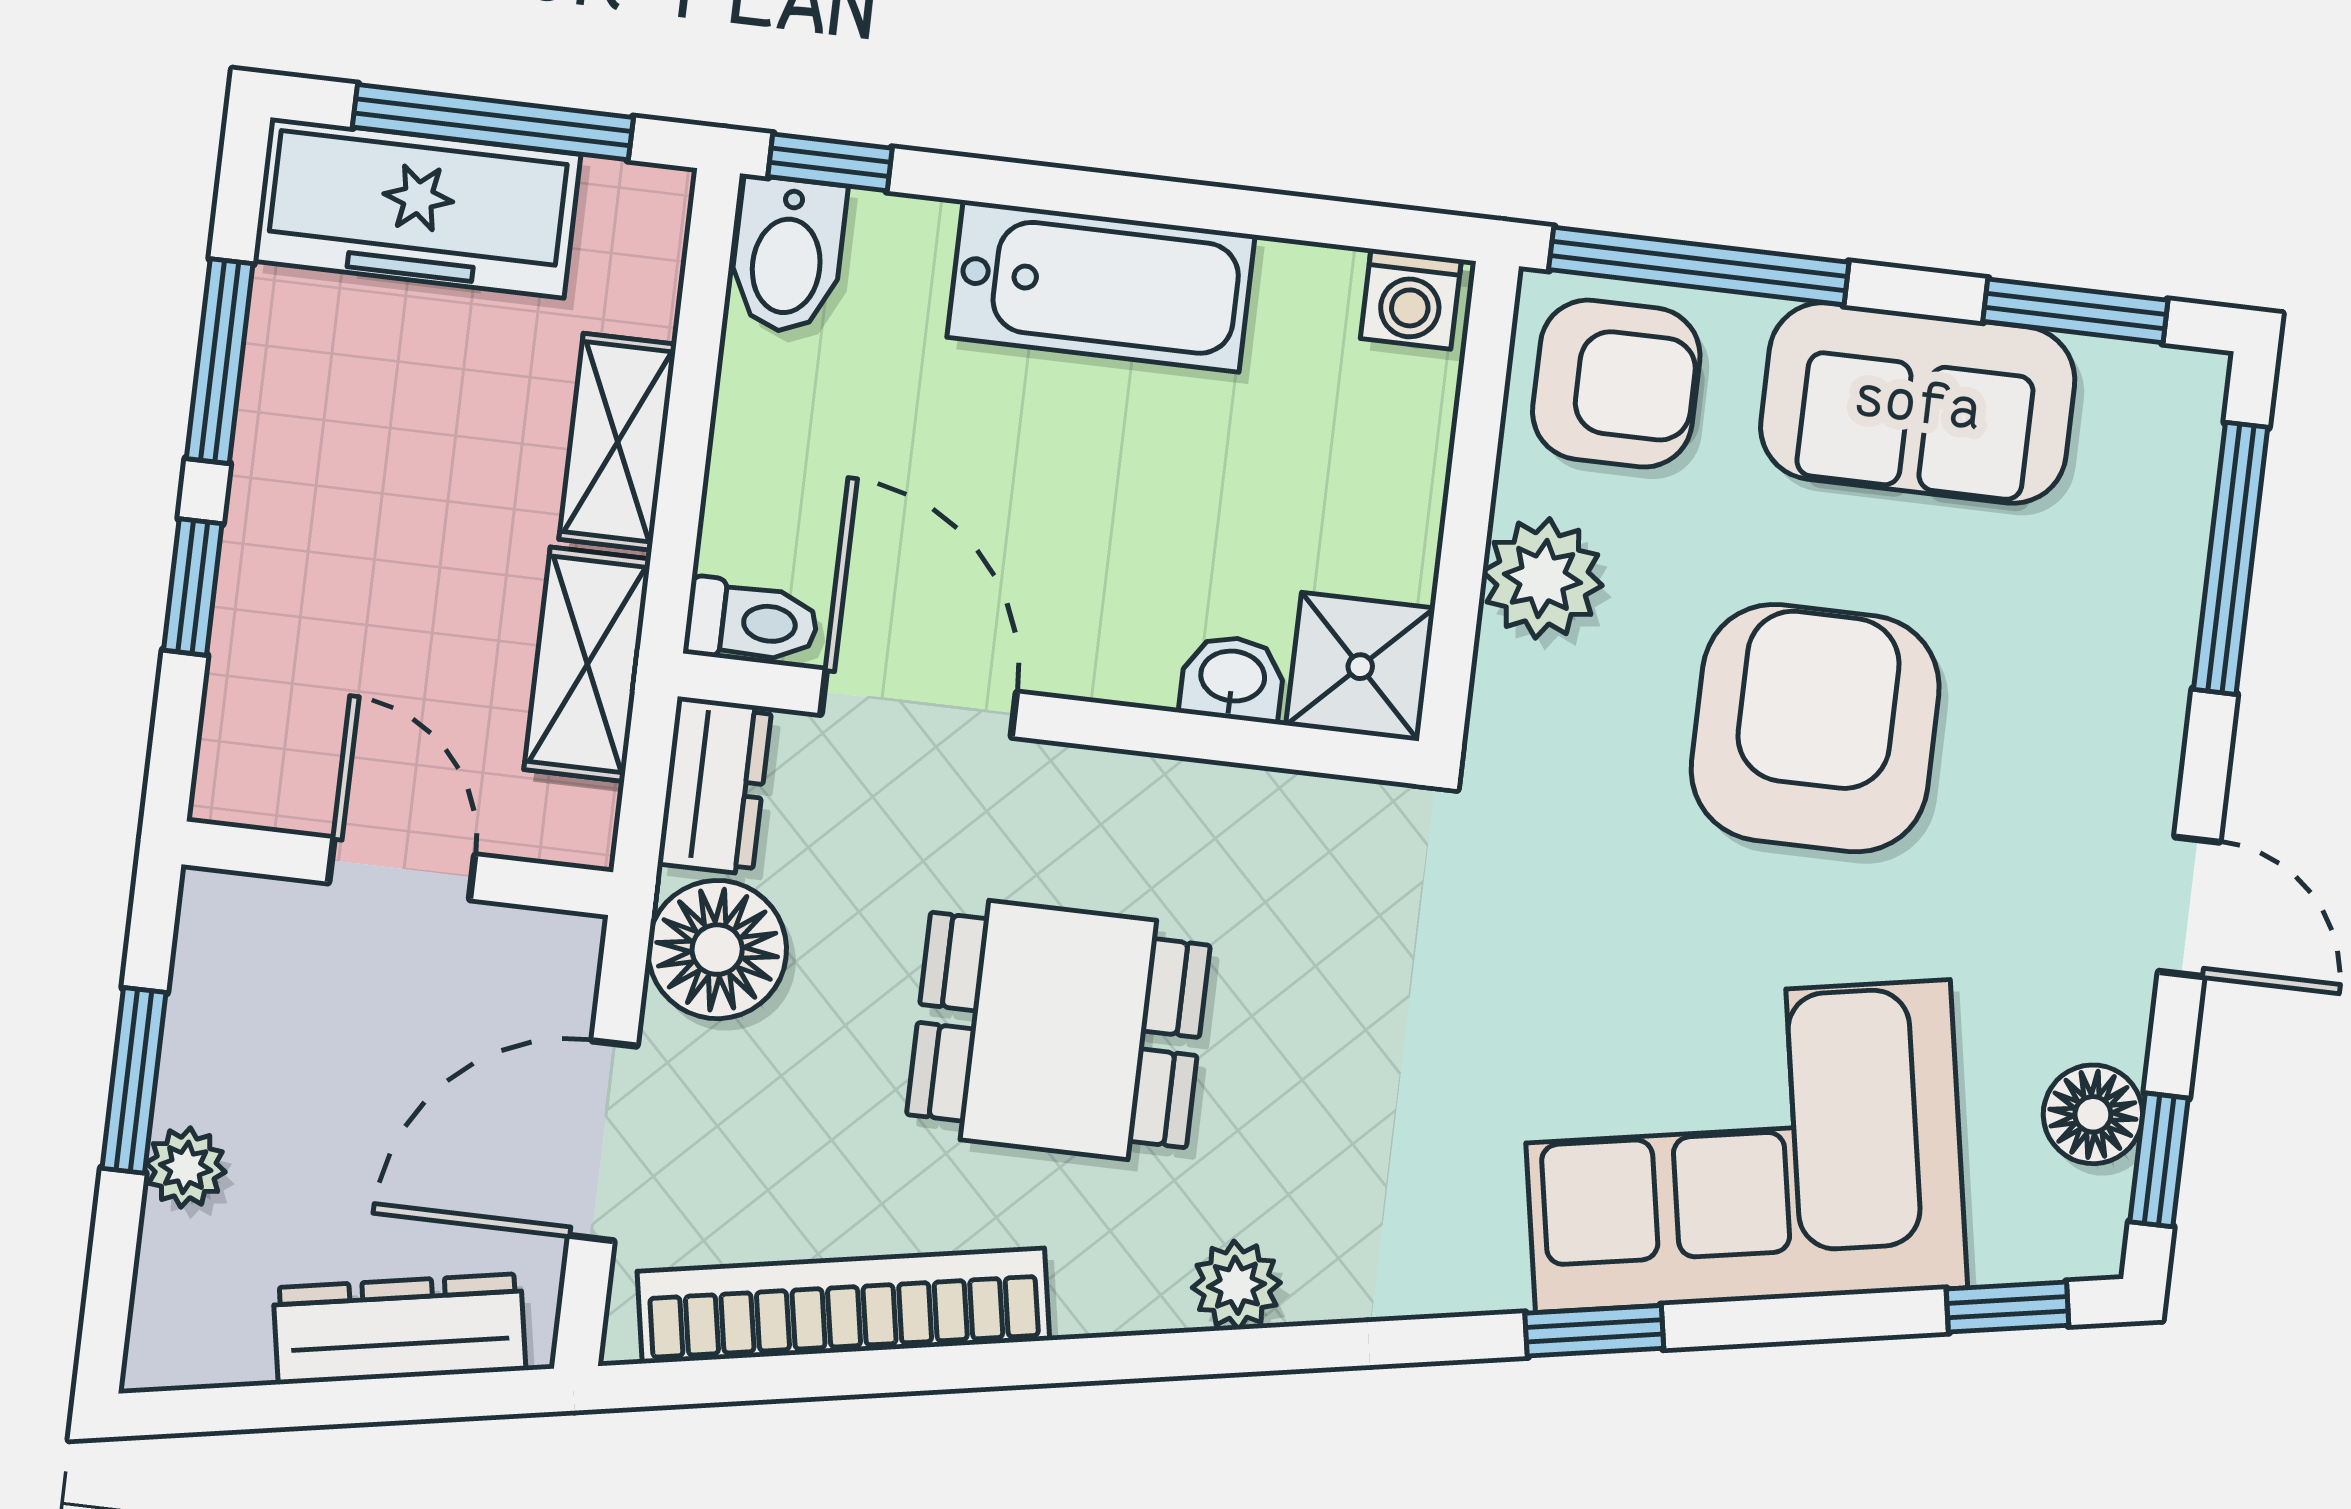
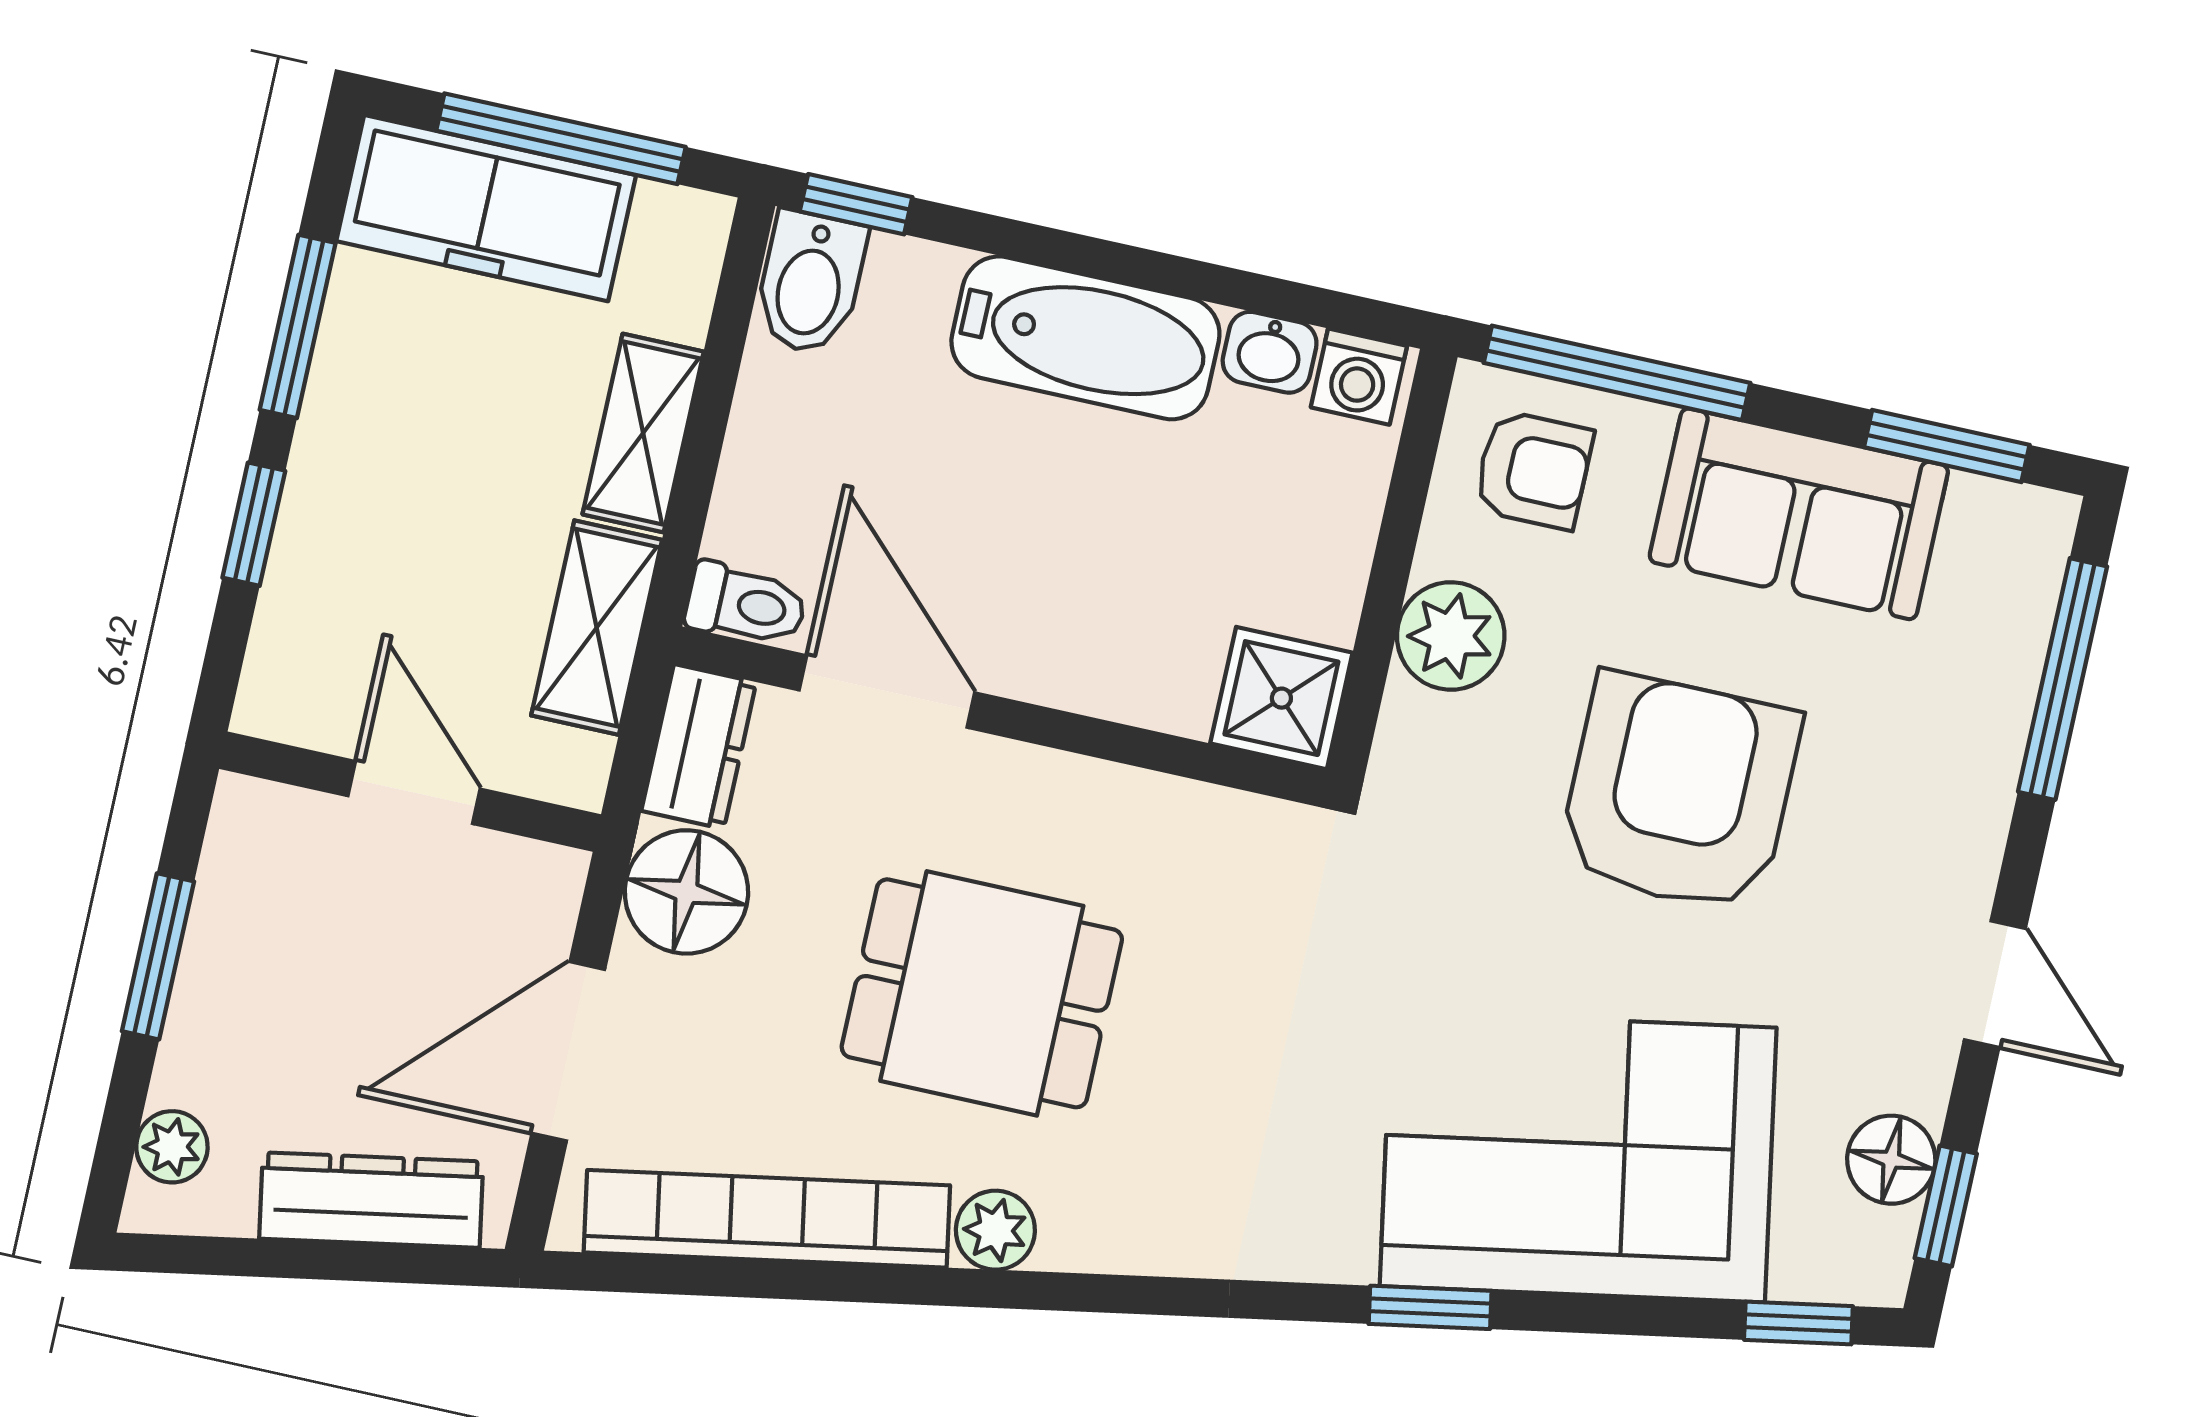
armchair: (1616, 384) -> (1533, 470), width x0.72, depth x0.72
washbasin: (1232, 678) -> (1270, 352), moved, turned 180
plant: (186, 1167) -> (172, 1147), moved
plant: (1236, 1285) -> (995, 1230), moved

